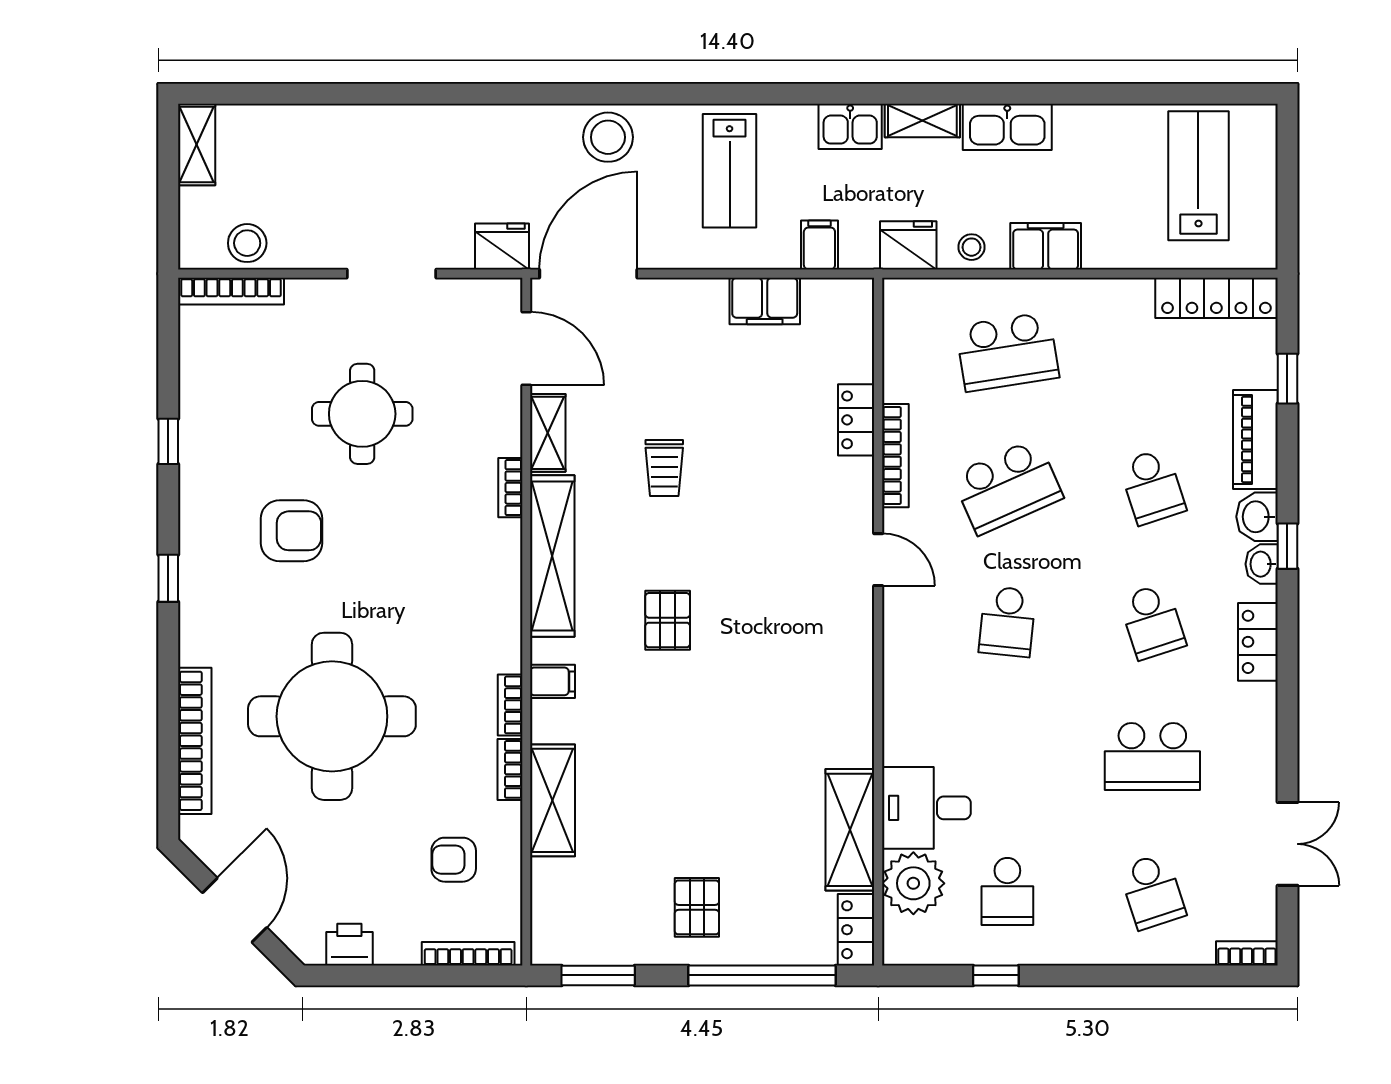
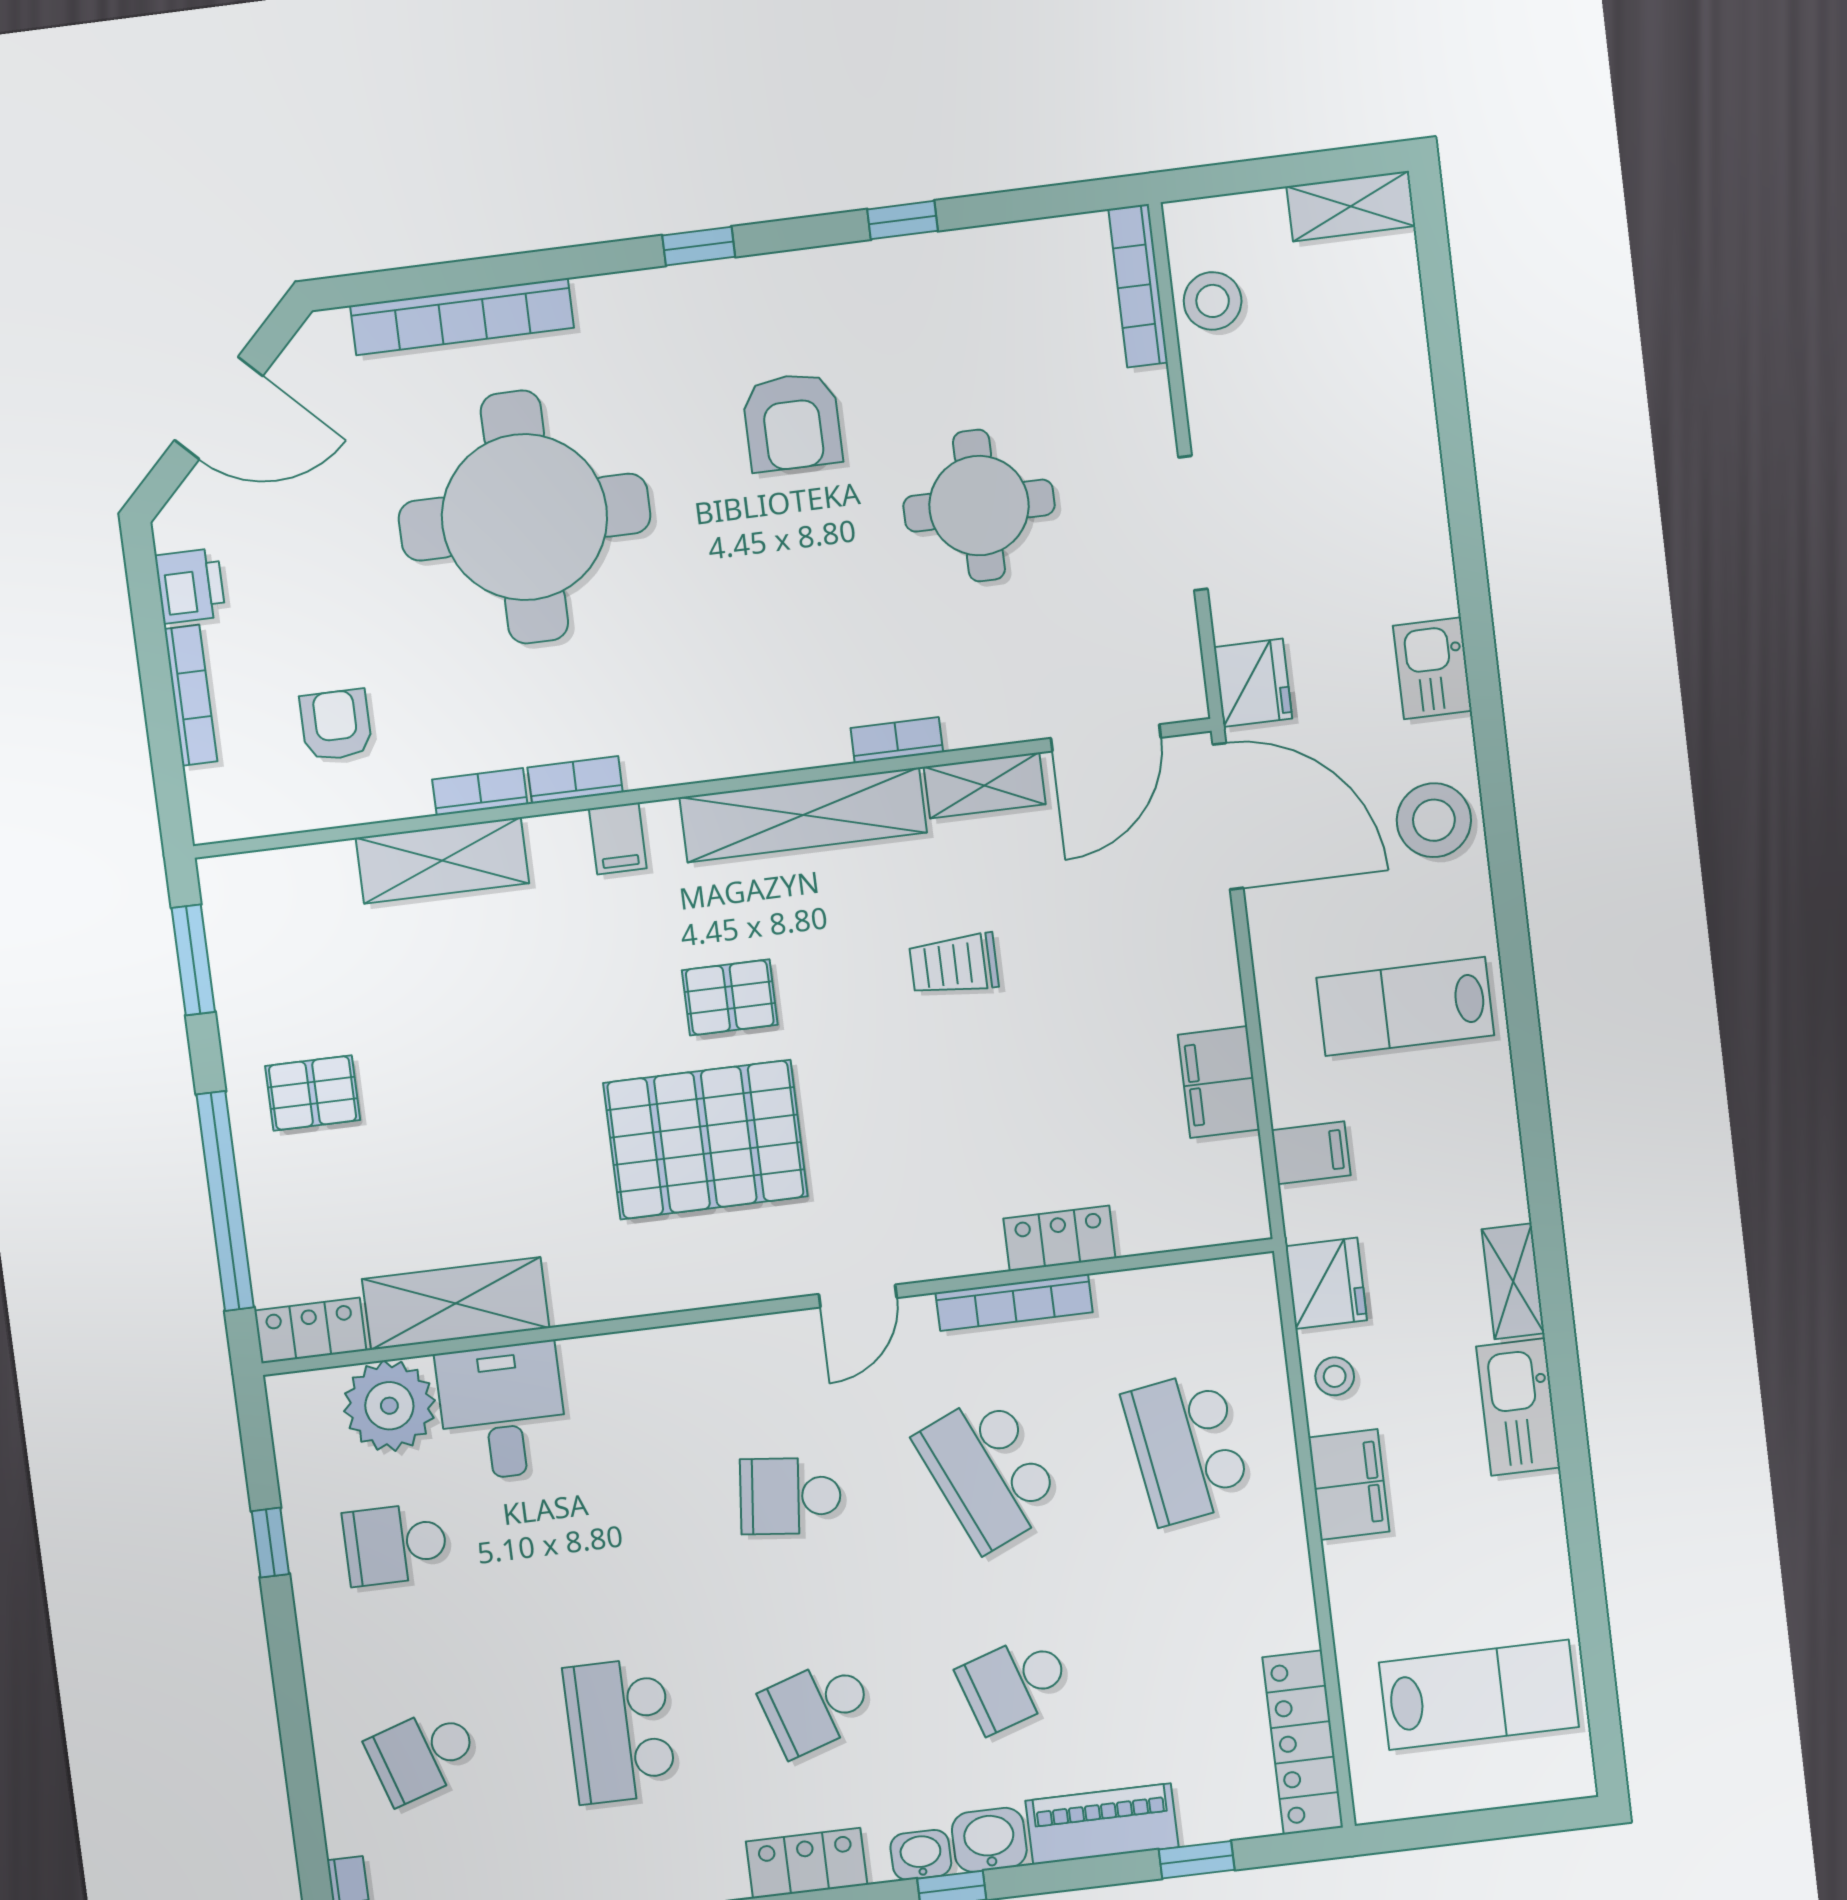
kitchen sink: (850, 126) -> (1432, 668), moved
pallet: (761, 648) -> (705, 1140), added
bookcase: (468, 954) -> (191, 695), moved

